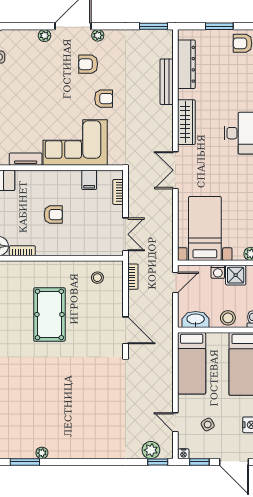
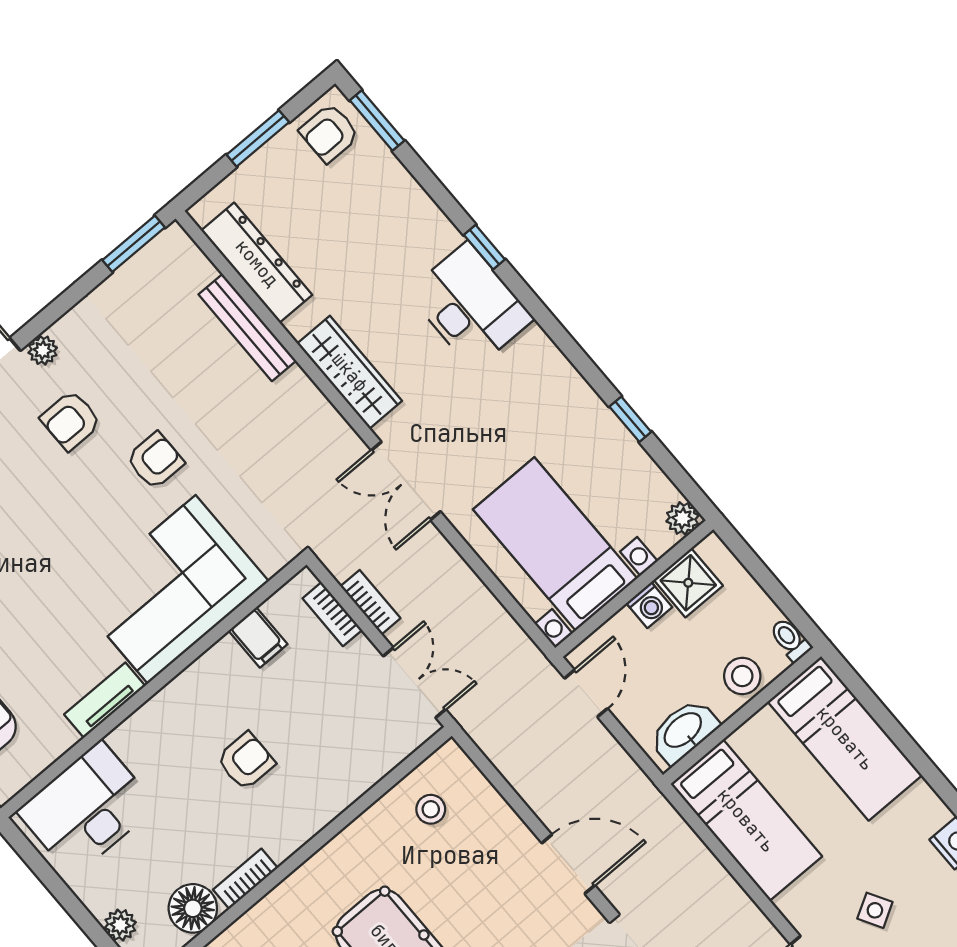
bookcase: (133, 277) -> (370, 602), moved

